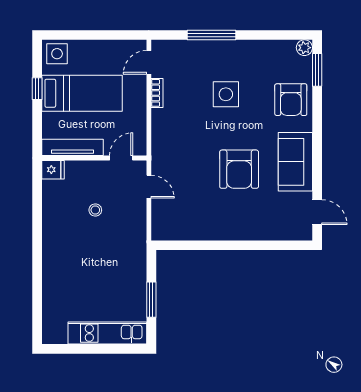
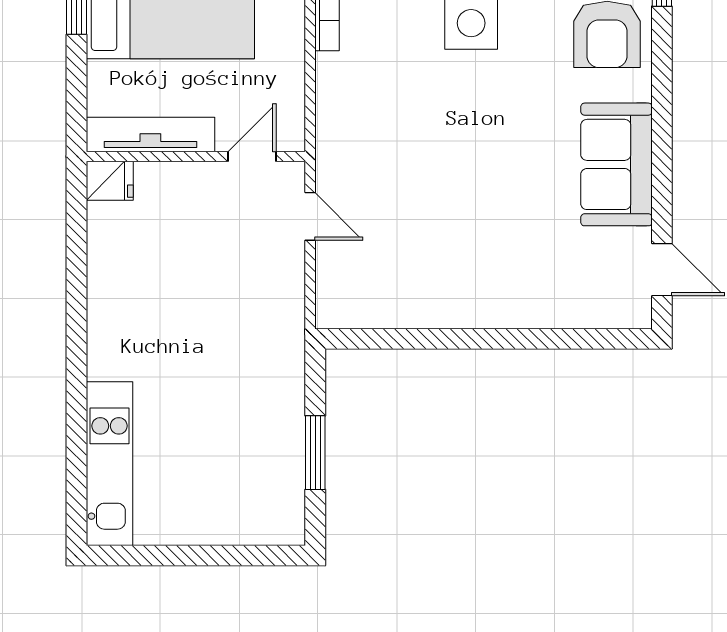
armchair: (239, 169) -> (499, 180), removed
stool: (95, 210) -> (198, 265), removed
kitchen unit: (107, 333) -> (109, 464), moved, turned 90

